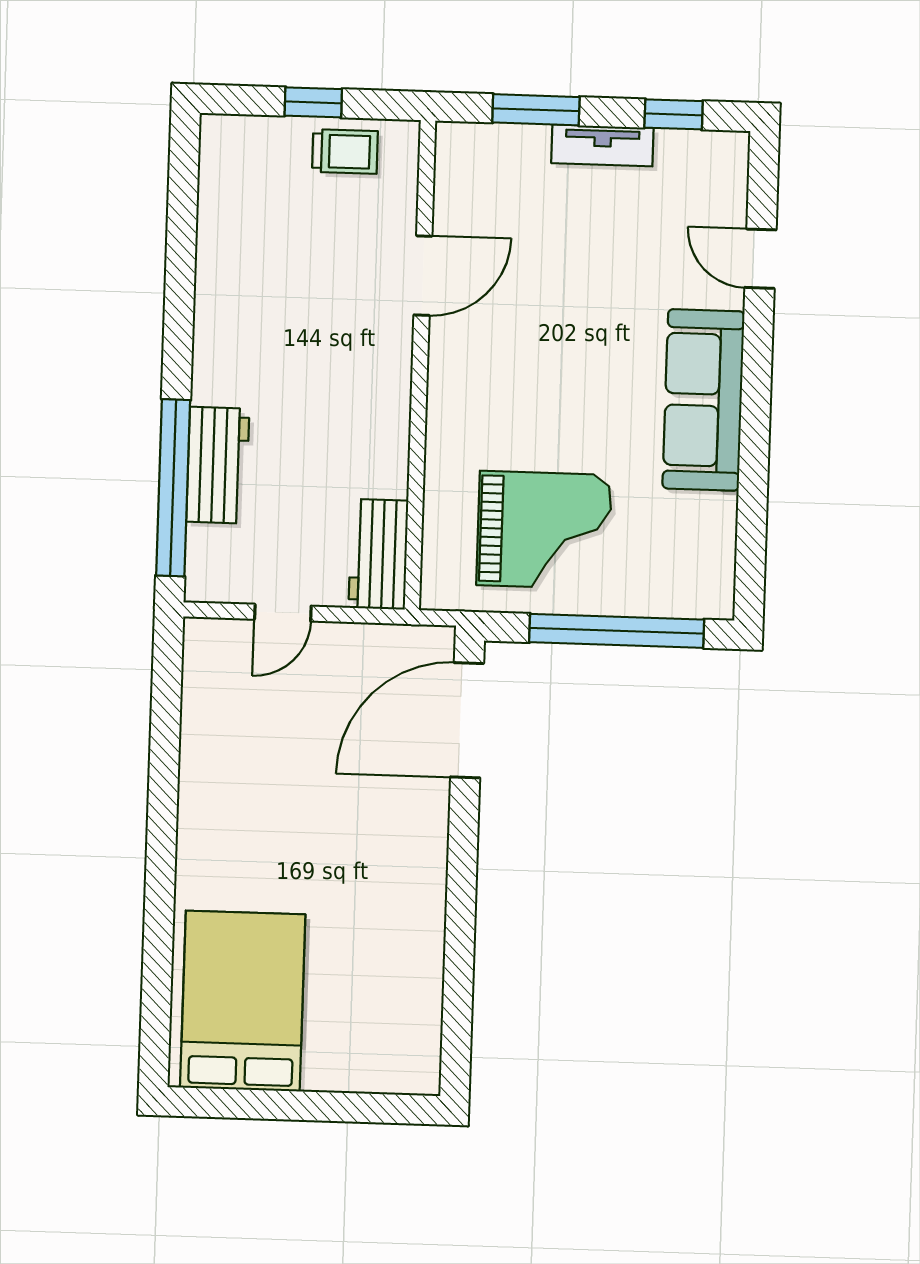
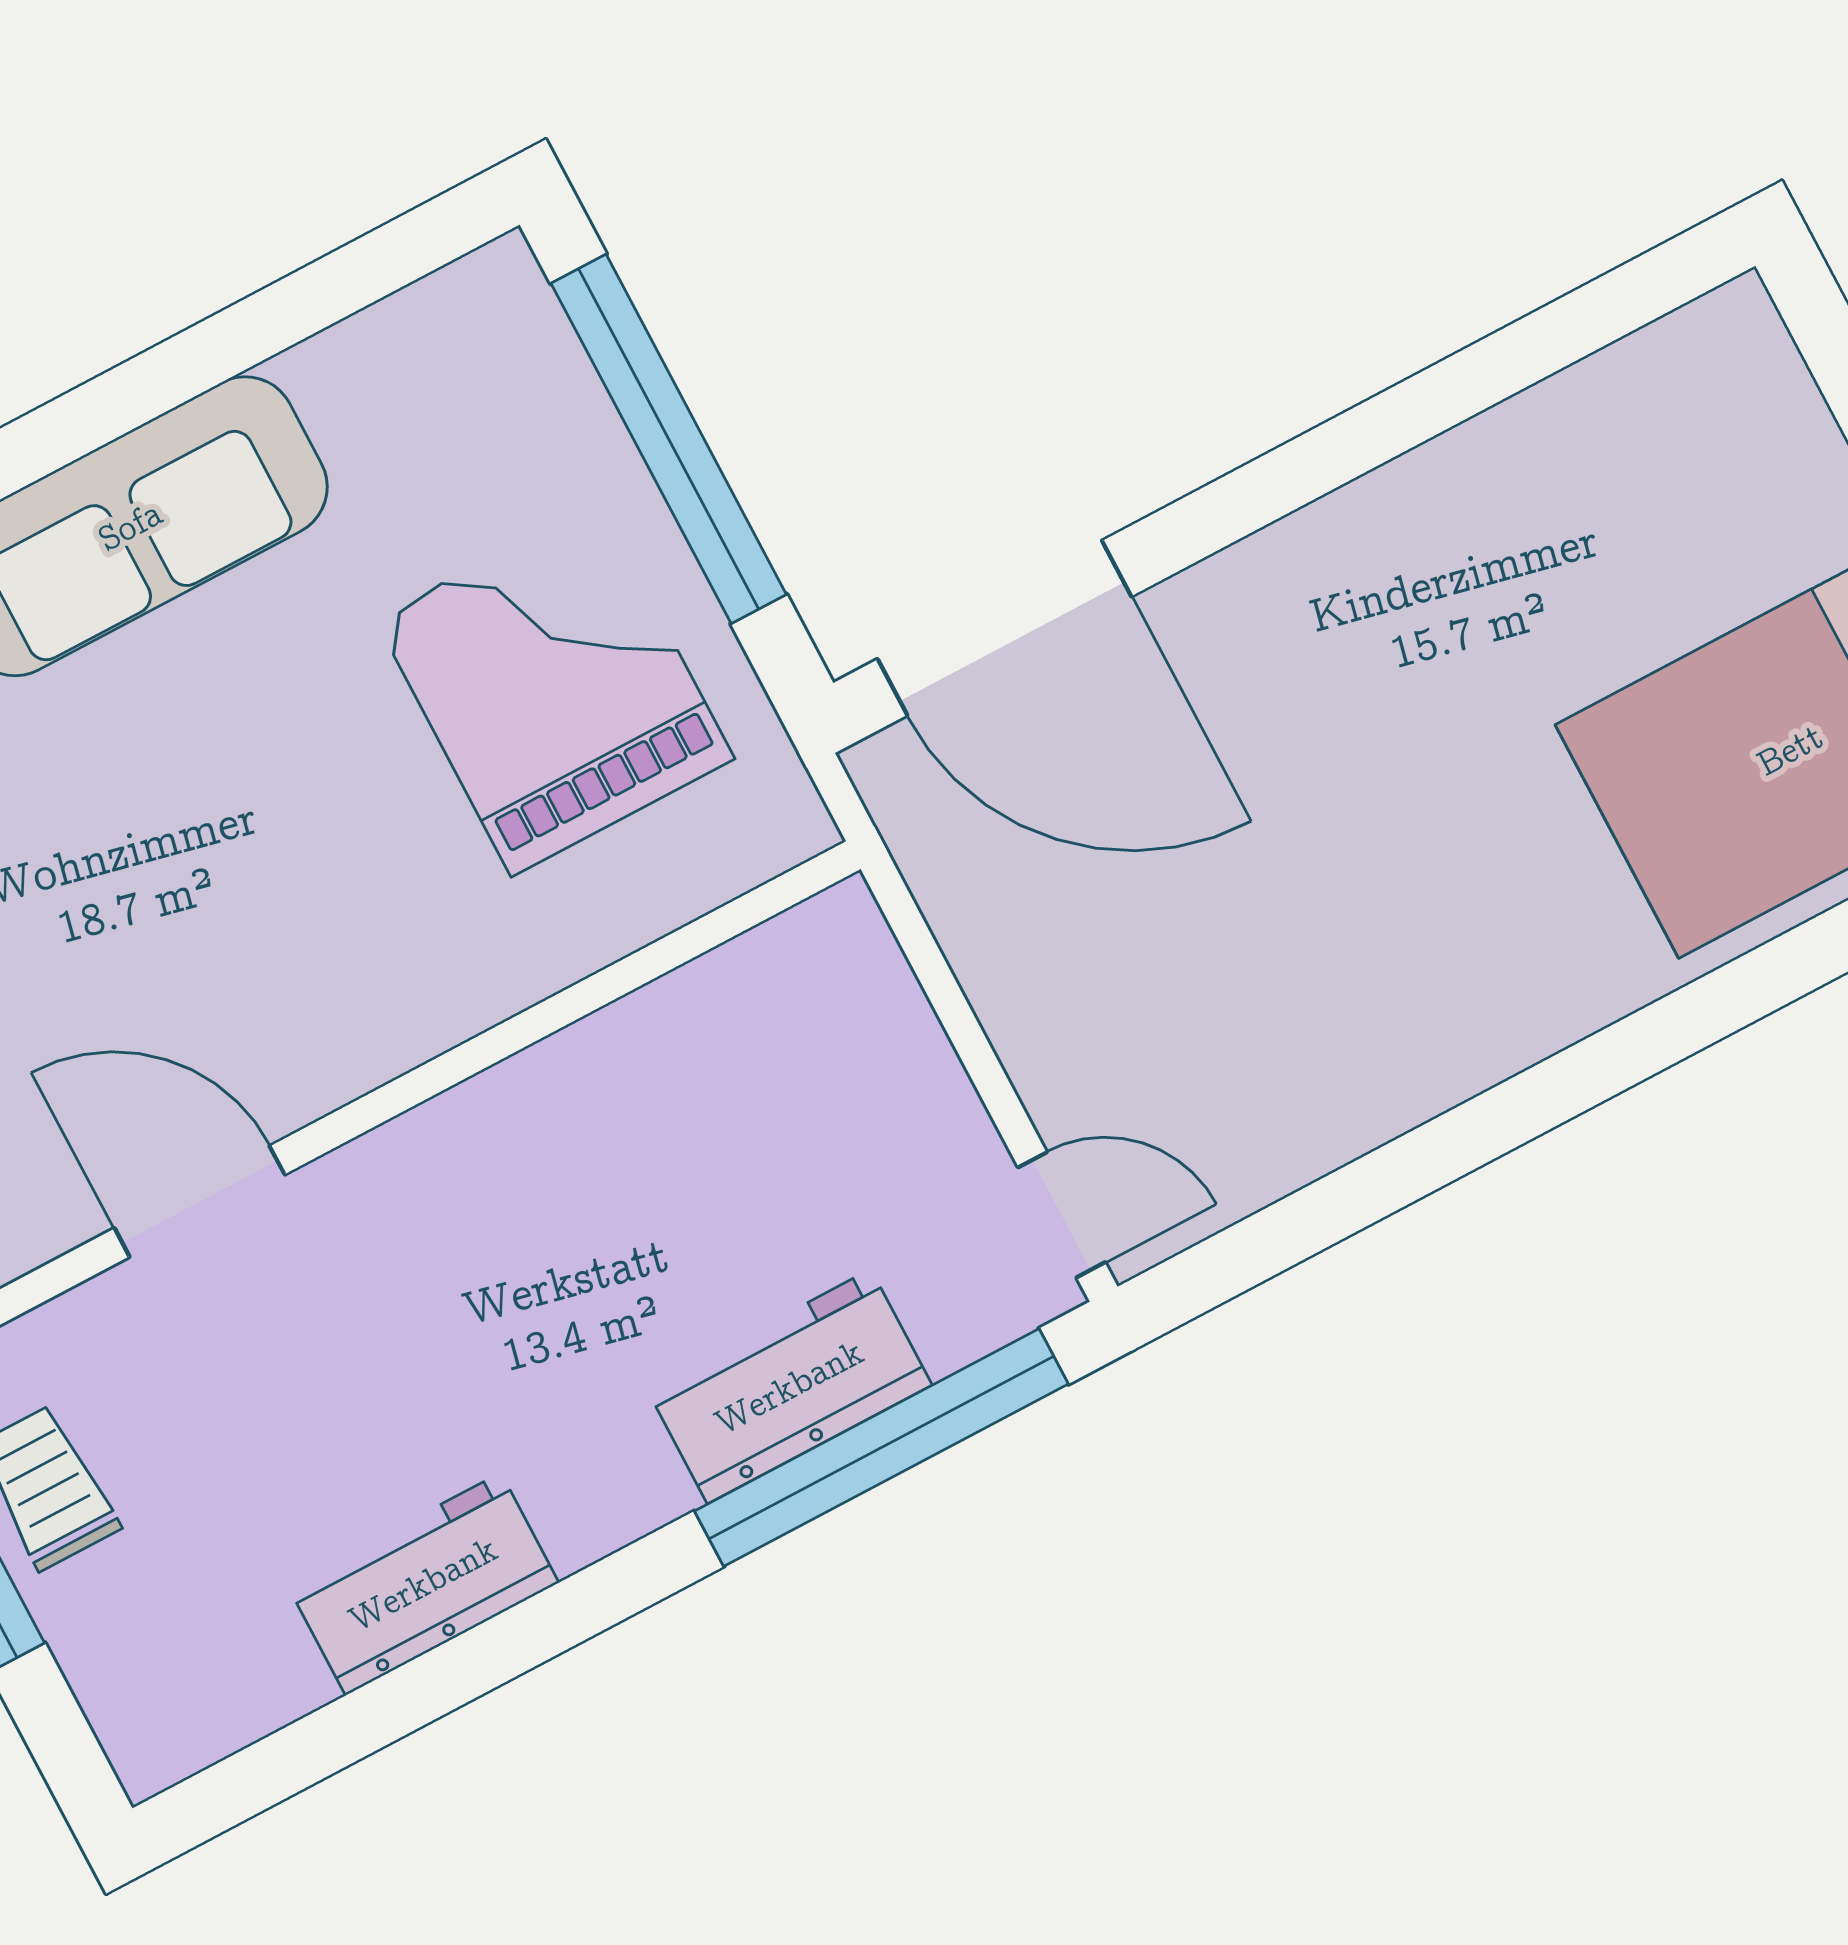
workbench: (378, 554) -> (423, 1584), moved, turned 180
door: (283, 613) -> (1062, 1215), moved

